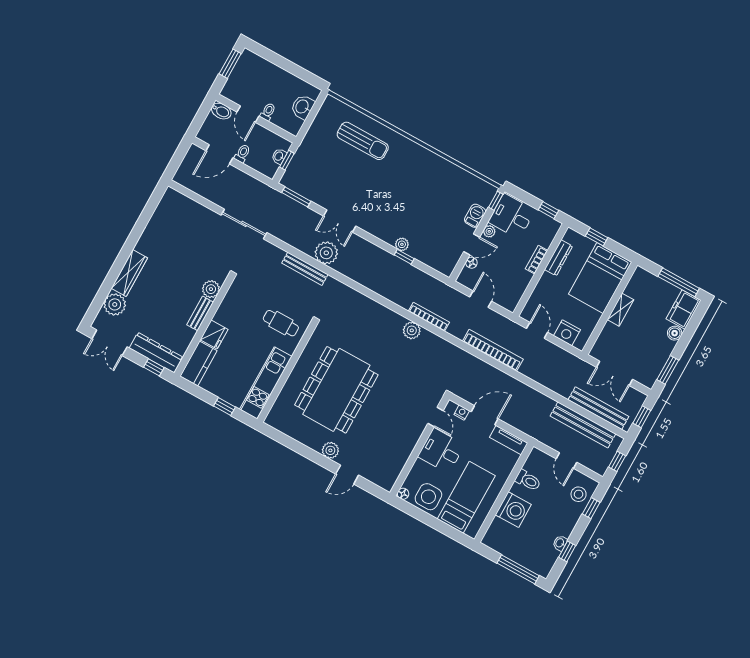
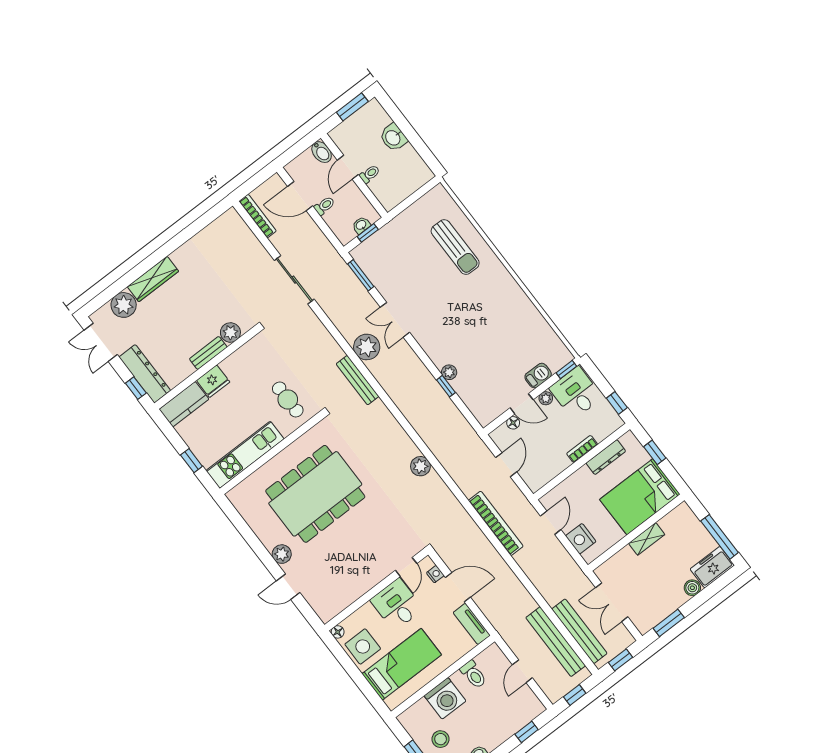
washbasin: (302, 107) -> (393, 138), moved, turned -90
bench: (305, 269) -> (358, 380), moved
bookcase: (429, 317) -> (257, 216), moved
stool: (579, 494) -> (441, 739), moved

